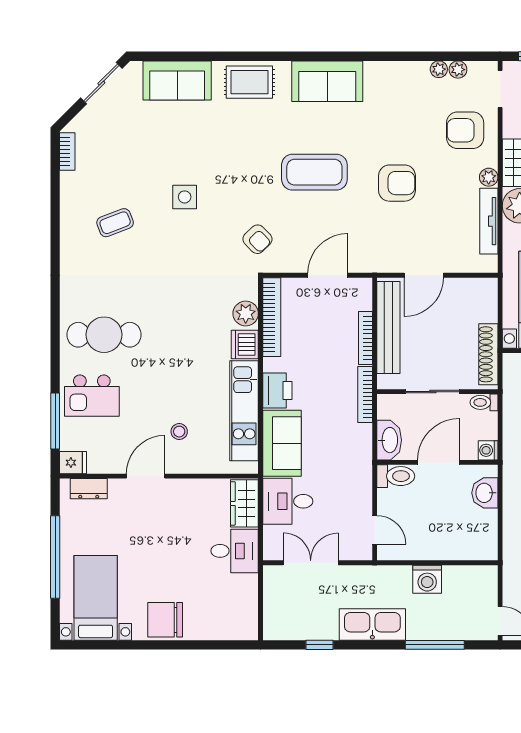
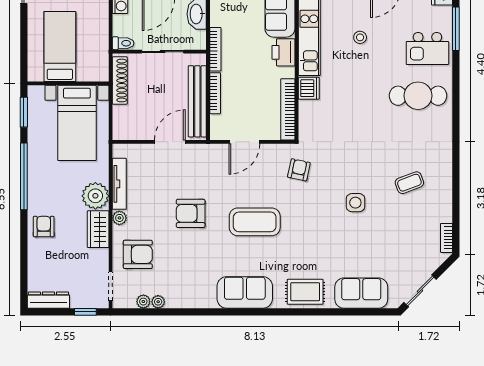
armchair: (257, 239) -> (299, 170), turned 56
plant: (246, 313) -> (308, 112), removed
kitchen island: (92, 396) -> (427, 48), turned 180
stool: (179, 432) -> (360, 37), moved

